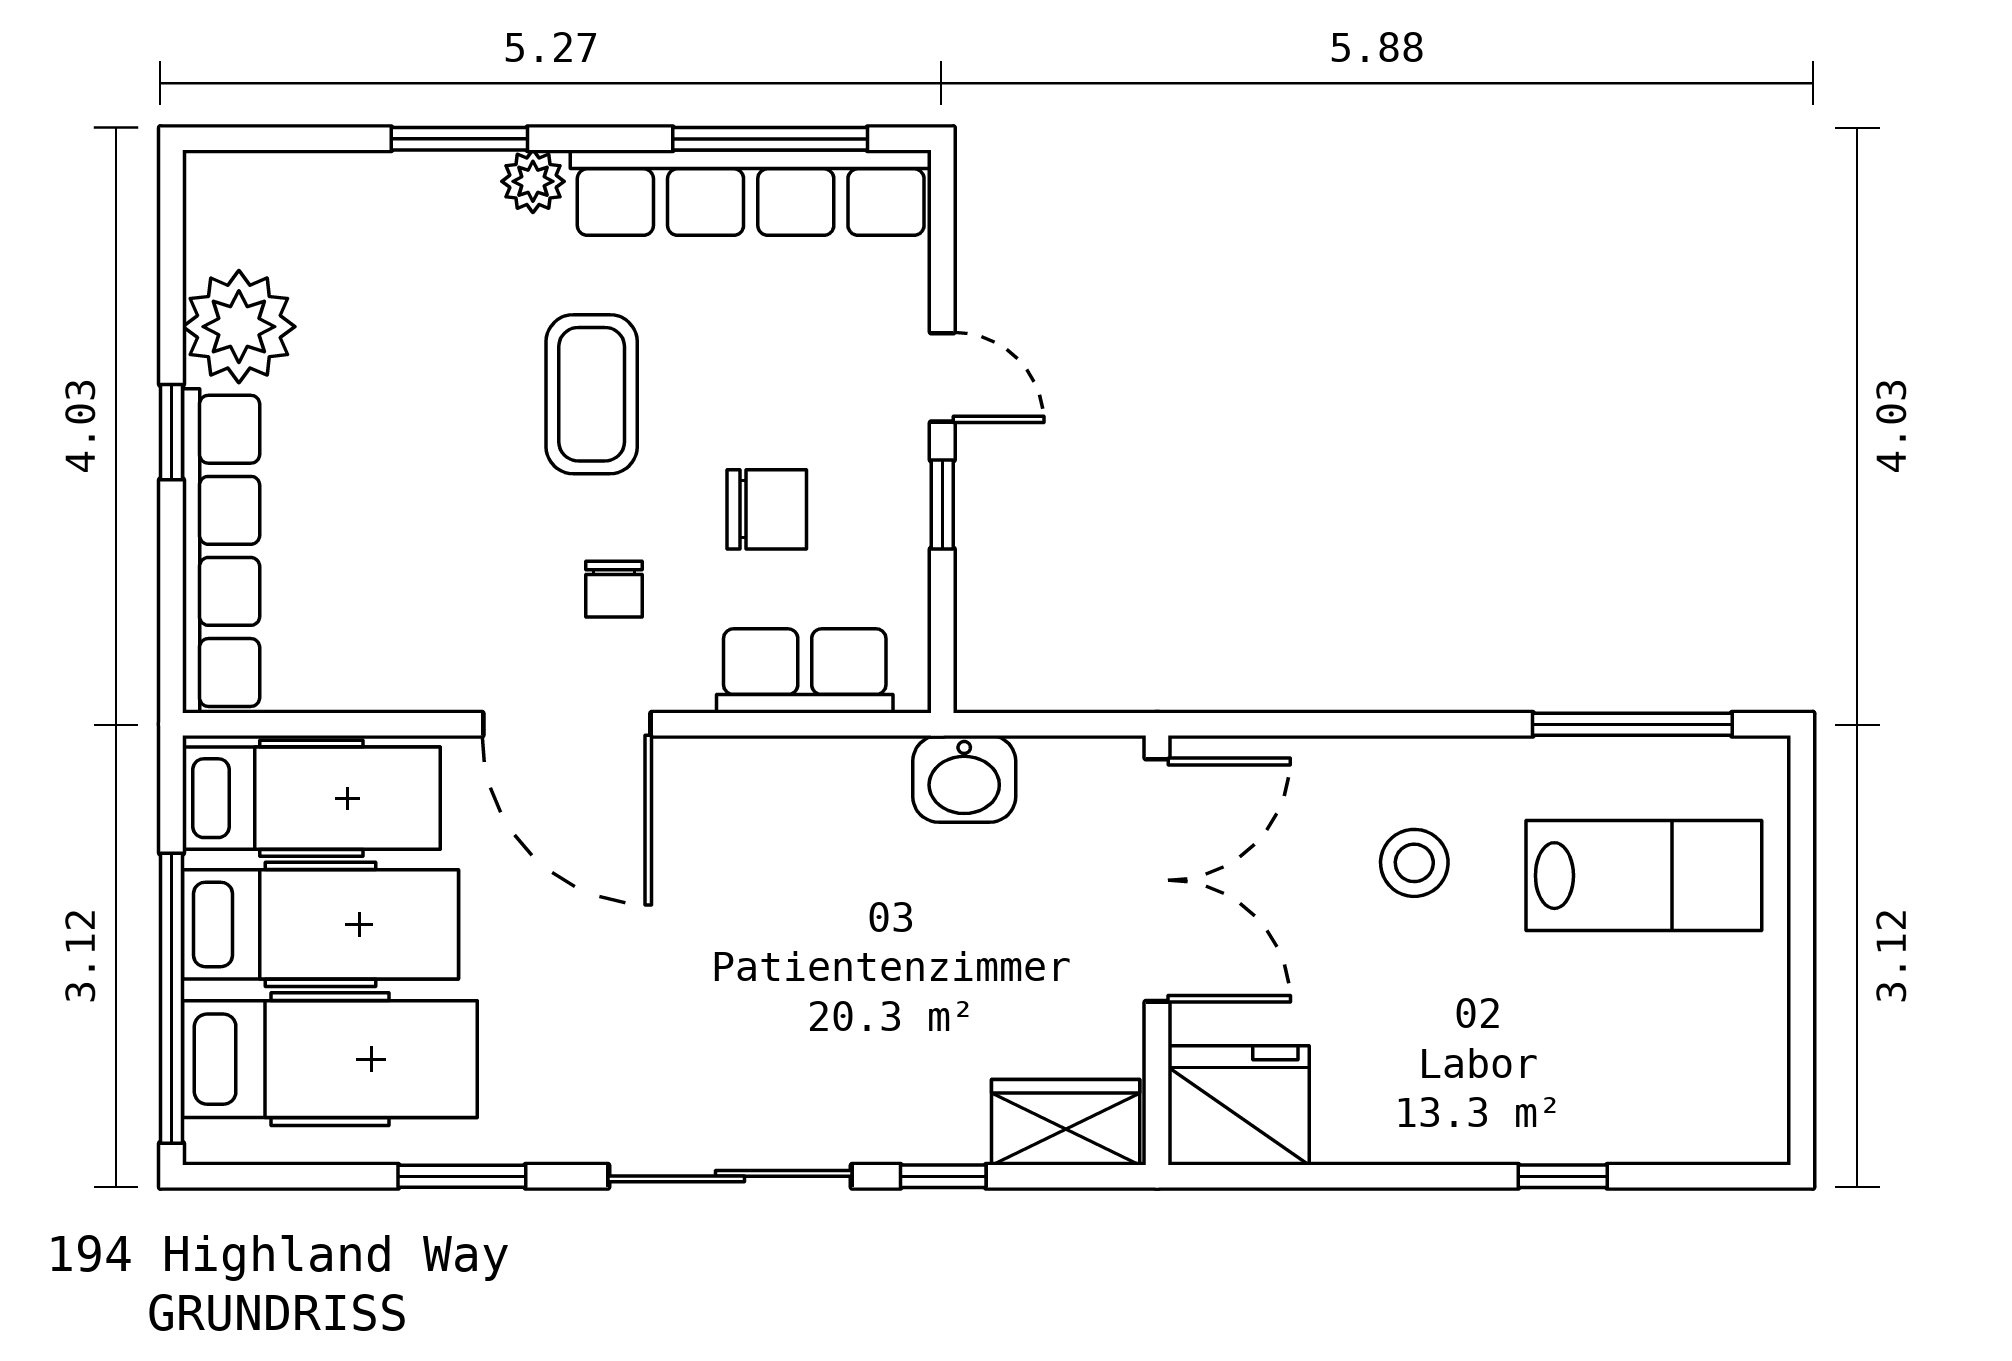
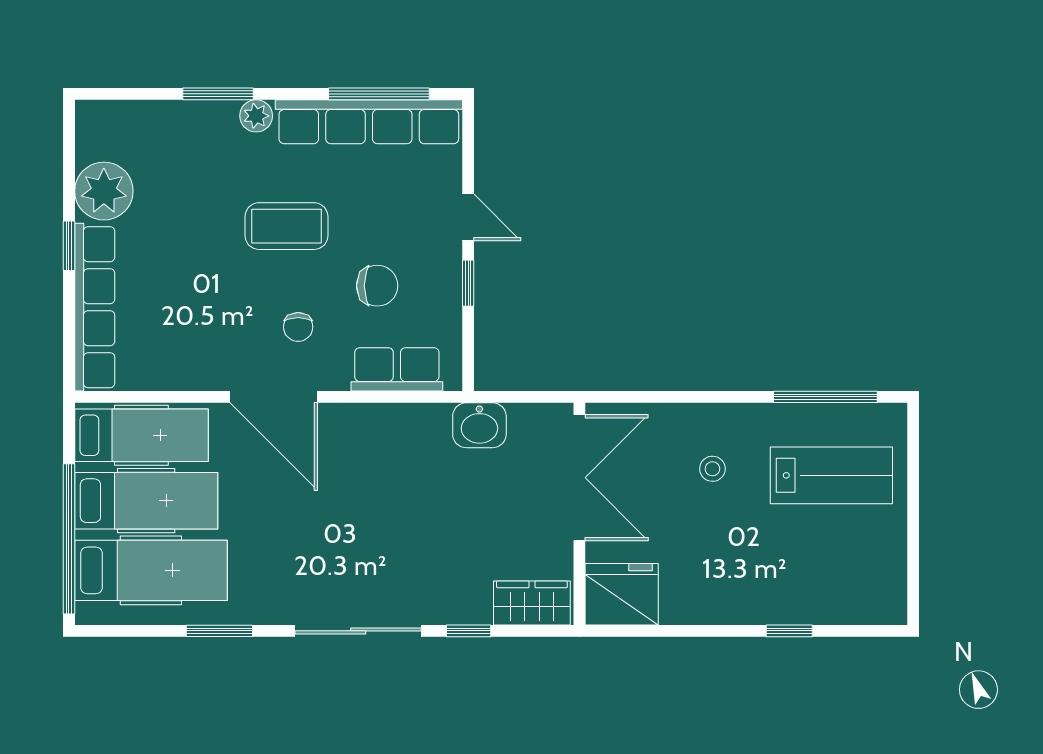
coffee table: (592, 394) -> (286, 226), turned 90
stool: (1414, 863) -> (712, 469), width x0.73, depth x0.73

